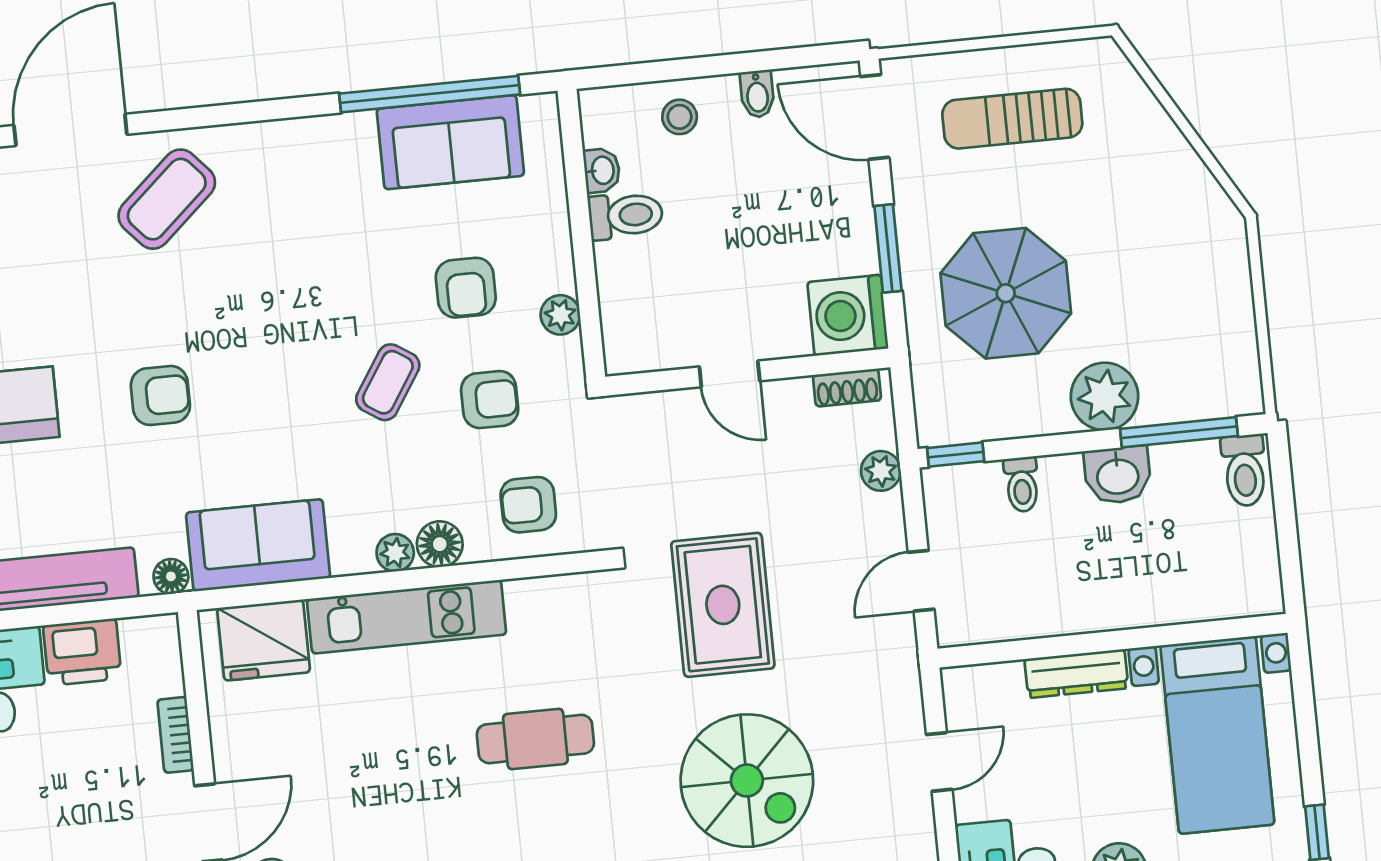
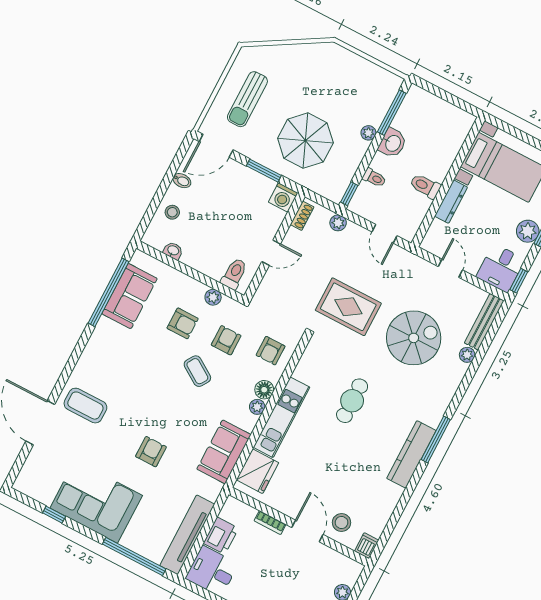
coffee table: (167, 199) -> (85, 406), turned -48
toilet: (626, 215) -> (234, 274), moved
washing machine: (848, 315) -> (283, 198), width x0.73, depth x0.73
plant: (1105, 396) -> (368, 133), width x0.53, depth x0.53
toilet: (1244, 470) -> (425, 186), moved, turned 180
floor lamp: (171, 576) -> (215, 489), removed

